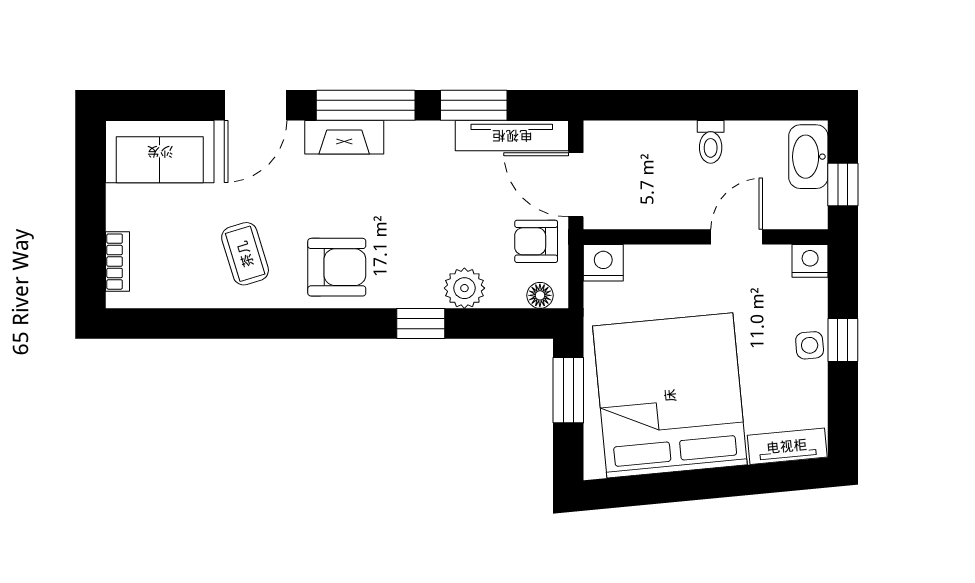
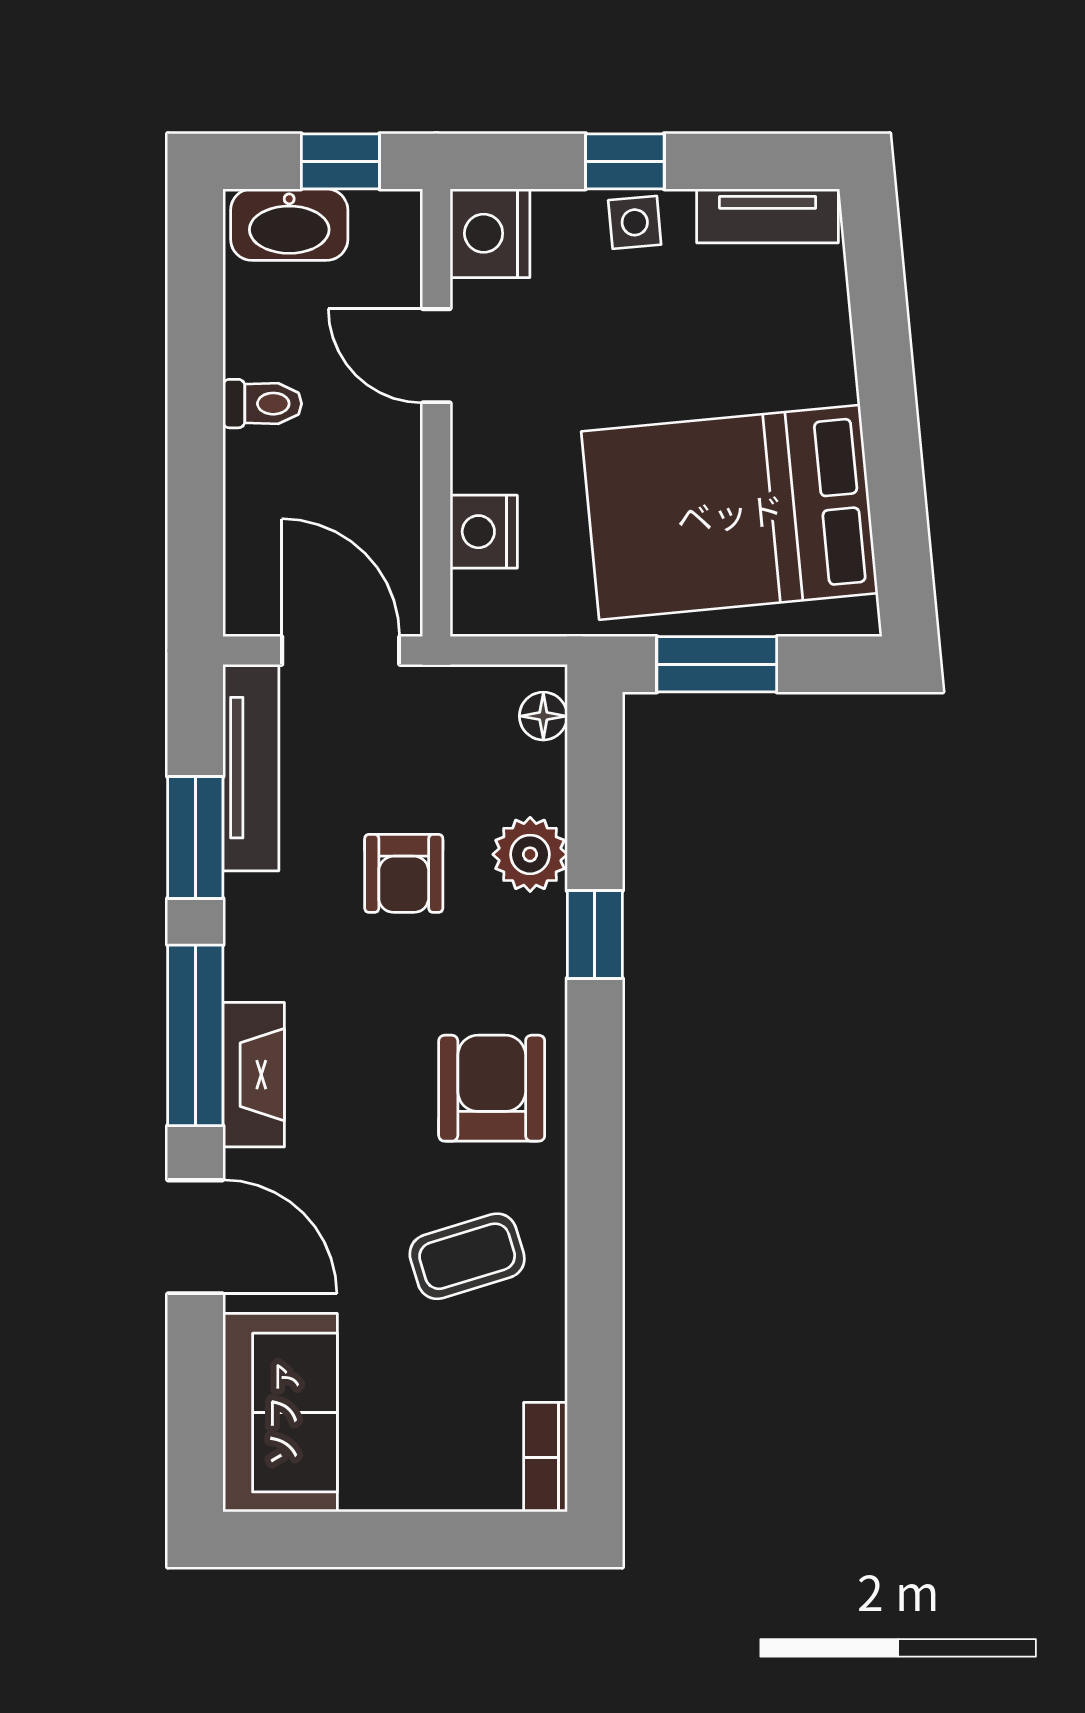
door: (576, 185) -> (341, 651), swing flipped
armchair: (536, 241) -> (404, 873), moved
nightstand: (810, 261) -> (490, 233), width x1.36, depth x1.33
bookcase: (117, 262) -> (545, 1457), moved, turned -90
nightstand: (603, 263) -> (484, 532), moved
bed: (670, 395) -> (730, 512), width x0.73
tv unit: (787, 446) -> (768, 216), moved, turned -85

